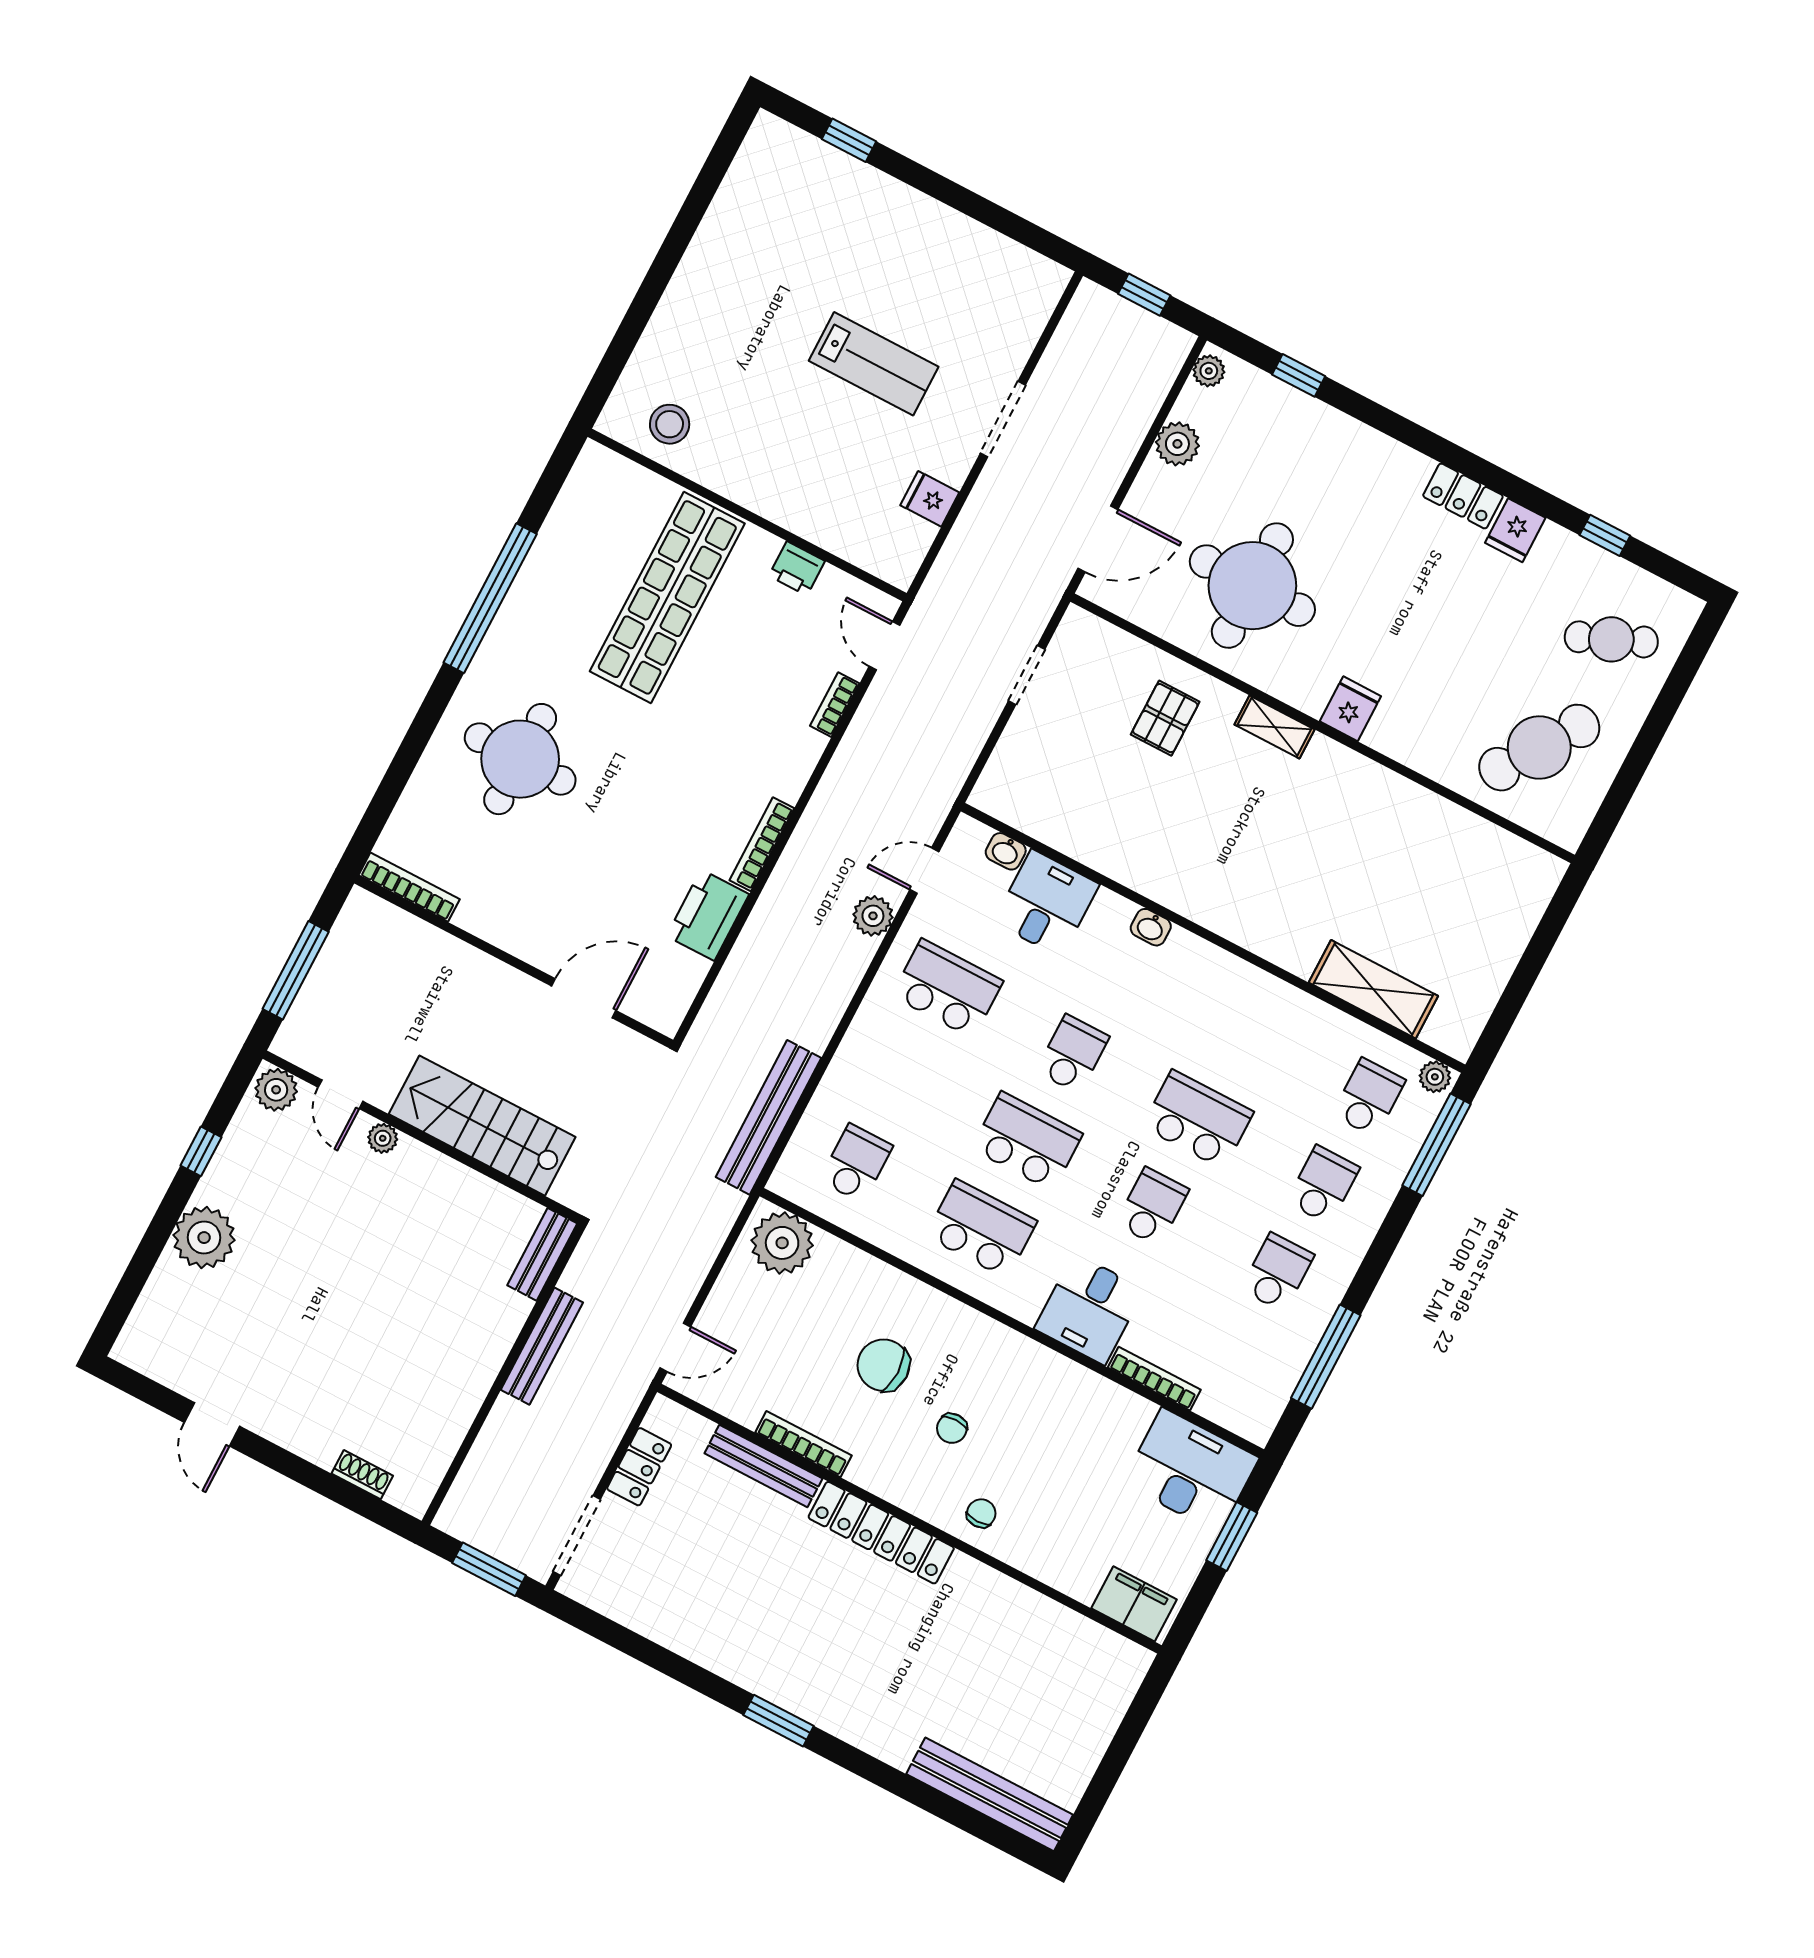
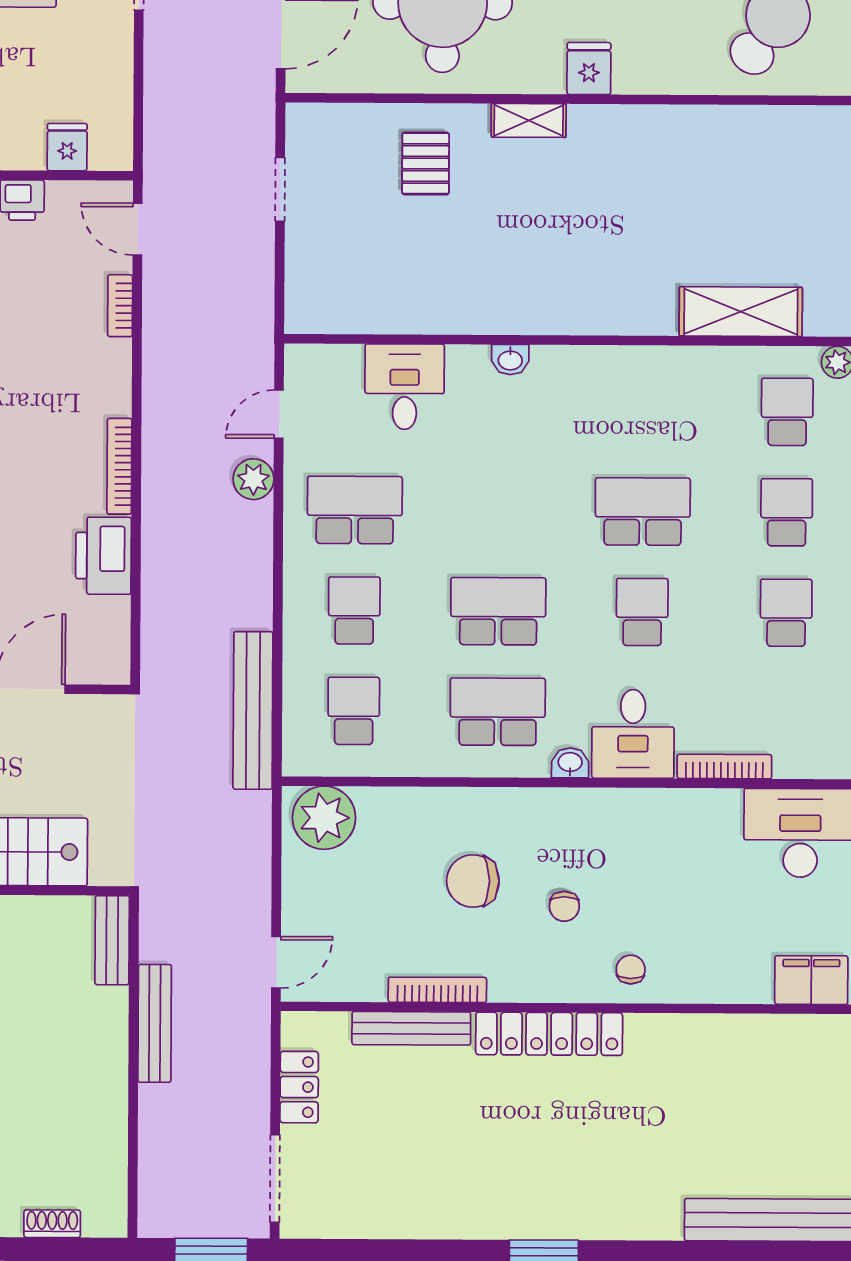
fridge: (930, 499) -> (67, 147), moved, turned 90
washbasin: (1006, 851) -> (570, 763), moved, turned 180
school desk: (1073, 1054) -> (354, 610), moved

